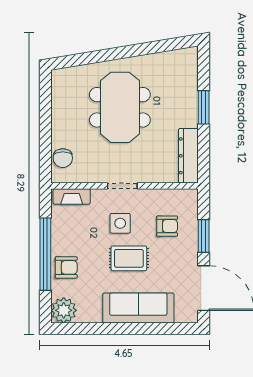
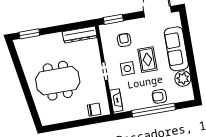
window: (204, 107) -> (29, 34), moved
window: (204, 236) -> (113, 19), moved
armchair: (66, 267) -> (159, 96), turned -90
plant: (64, 310) -> (183, 79), moved

